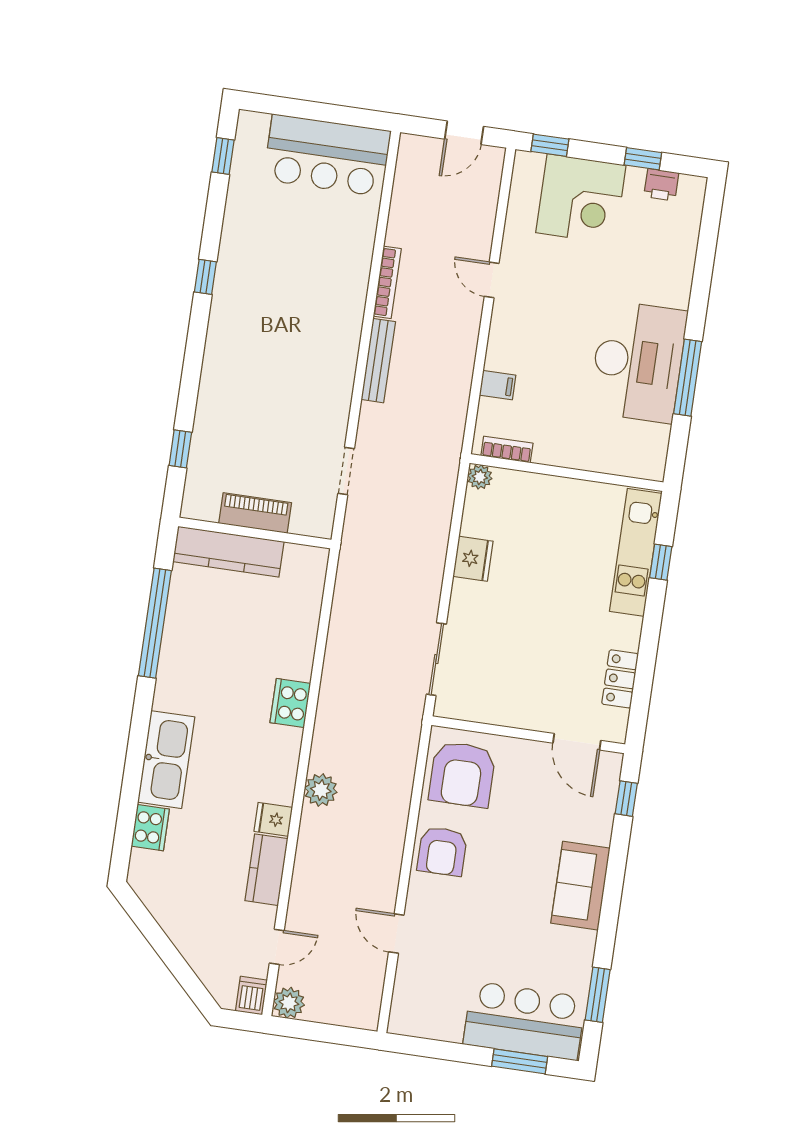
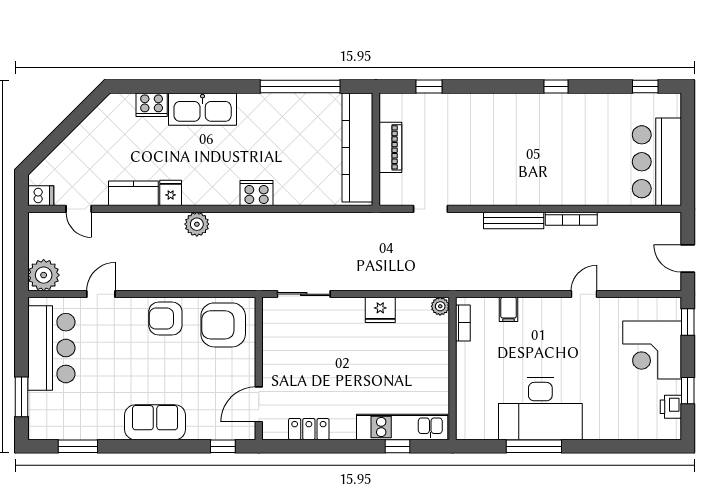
kitchen counter: (228, 552) -> (357, 147), width x1.39, depth x1.17
plant: (289, 1003) -> (44, 275), moved, width x1.36, depth x1.36
bar counter: (524, 1021) -> (51, 348), moved

